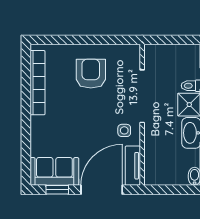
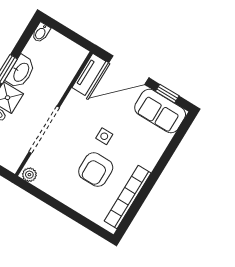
plant: (131, 51) -> (29, 175), added
armchair: (91, 74) -> (96, 170), moved
side table: (124, 130) -> (104, 136), moved

